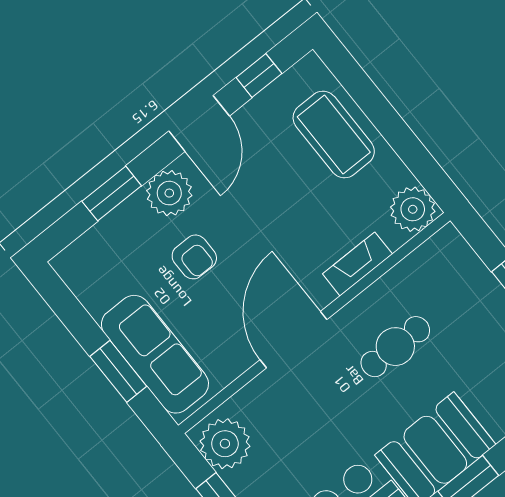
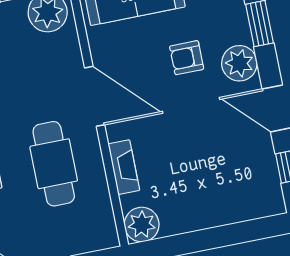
coffee table: (334, 134) -> (221, 197), removed
cafe table: (395, 347) -> (54, 164), width x1.37, depth x1.35

